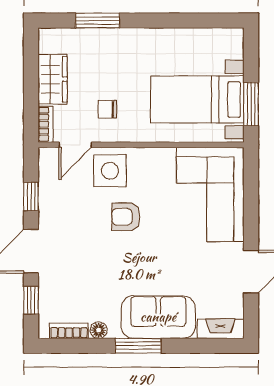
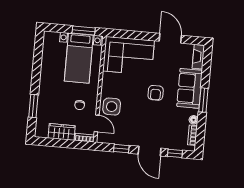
armchair: (126, 217) -> (156, 93), moved

